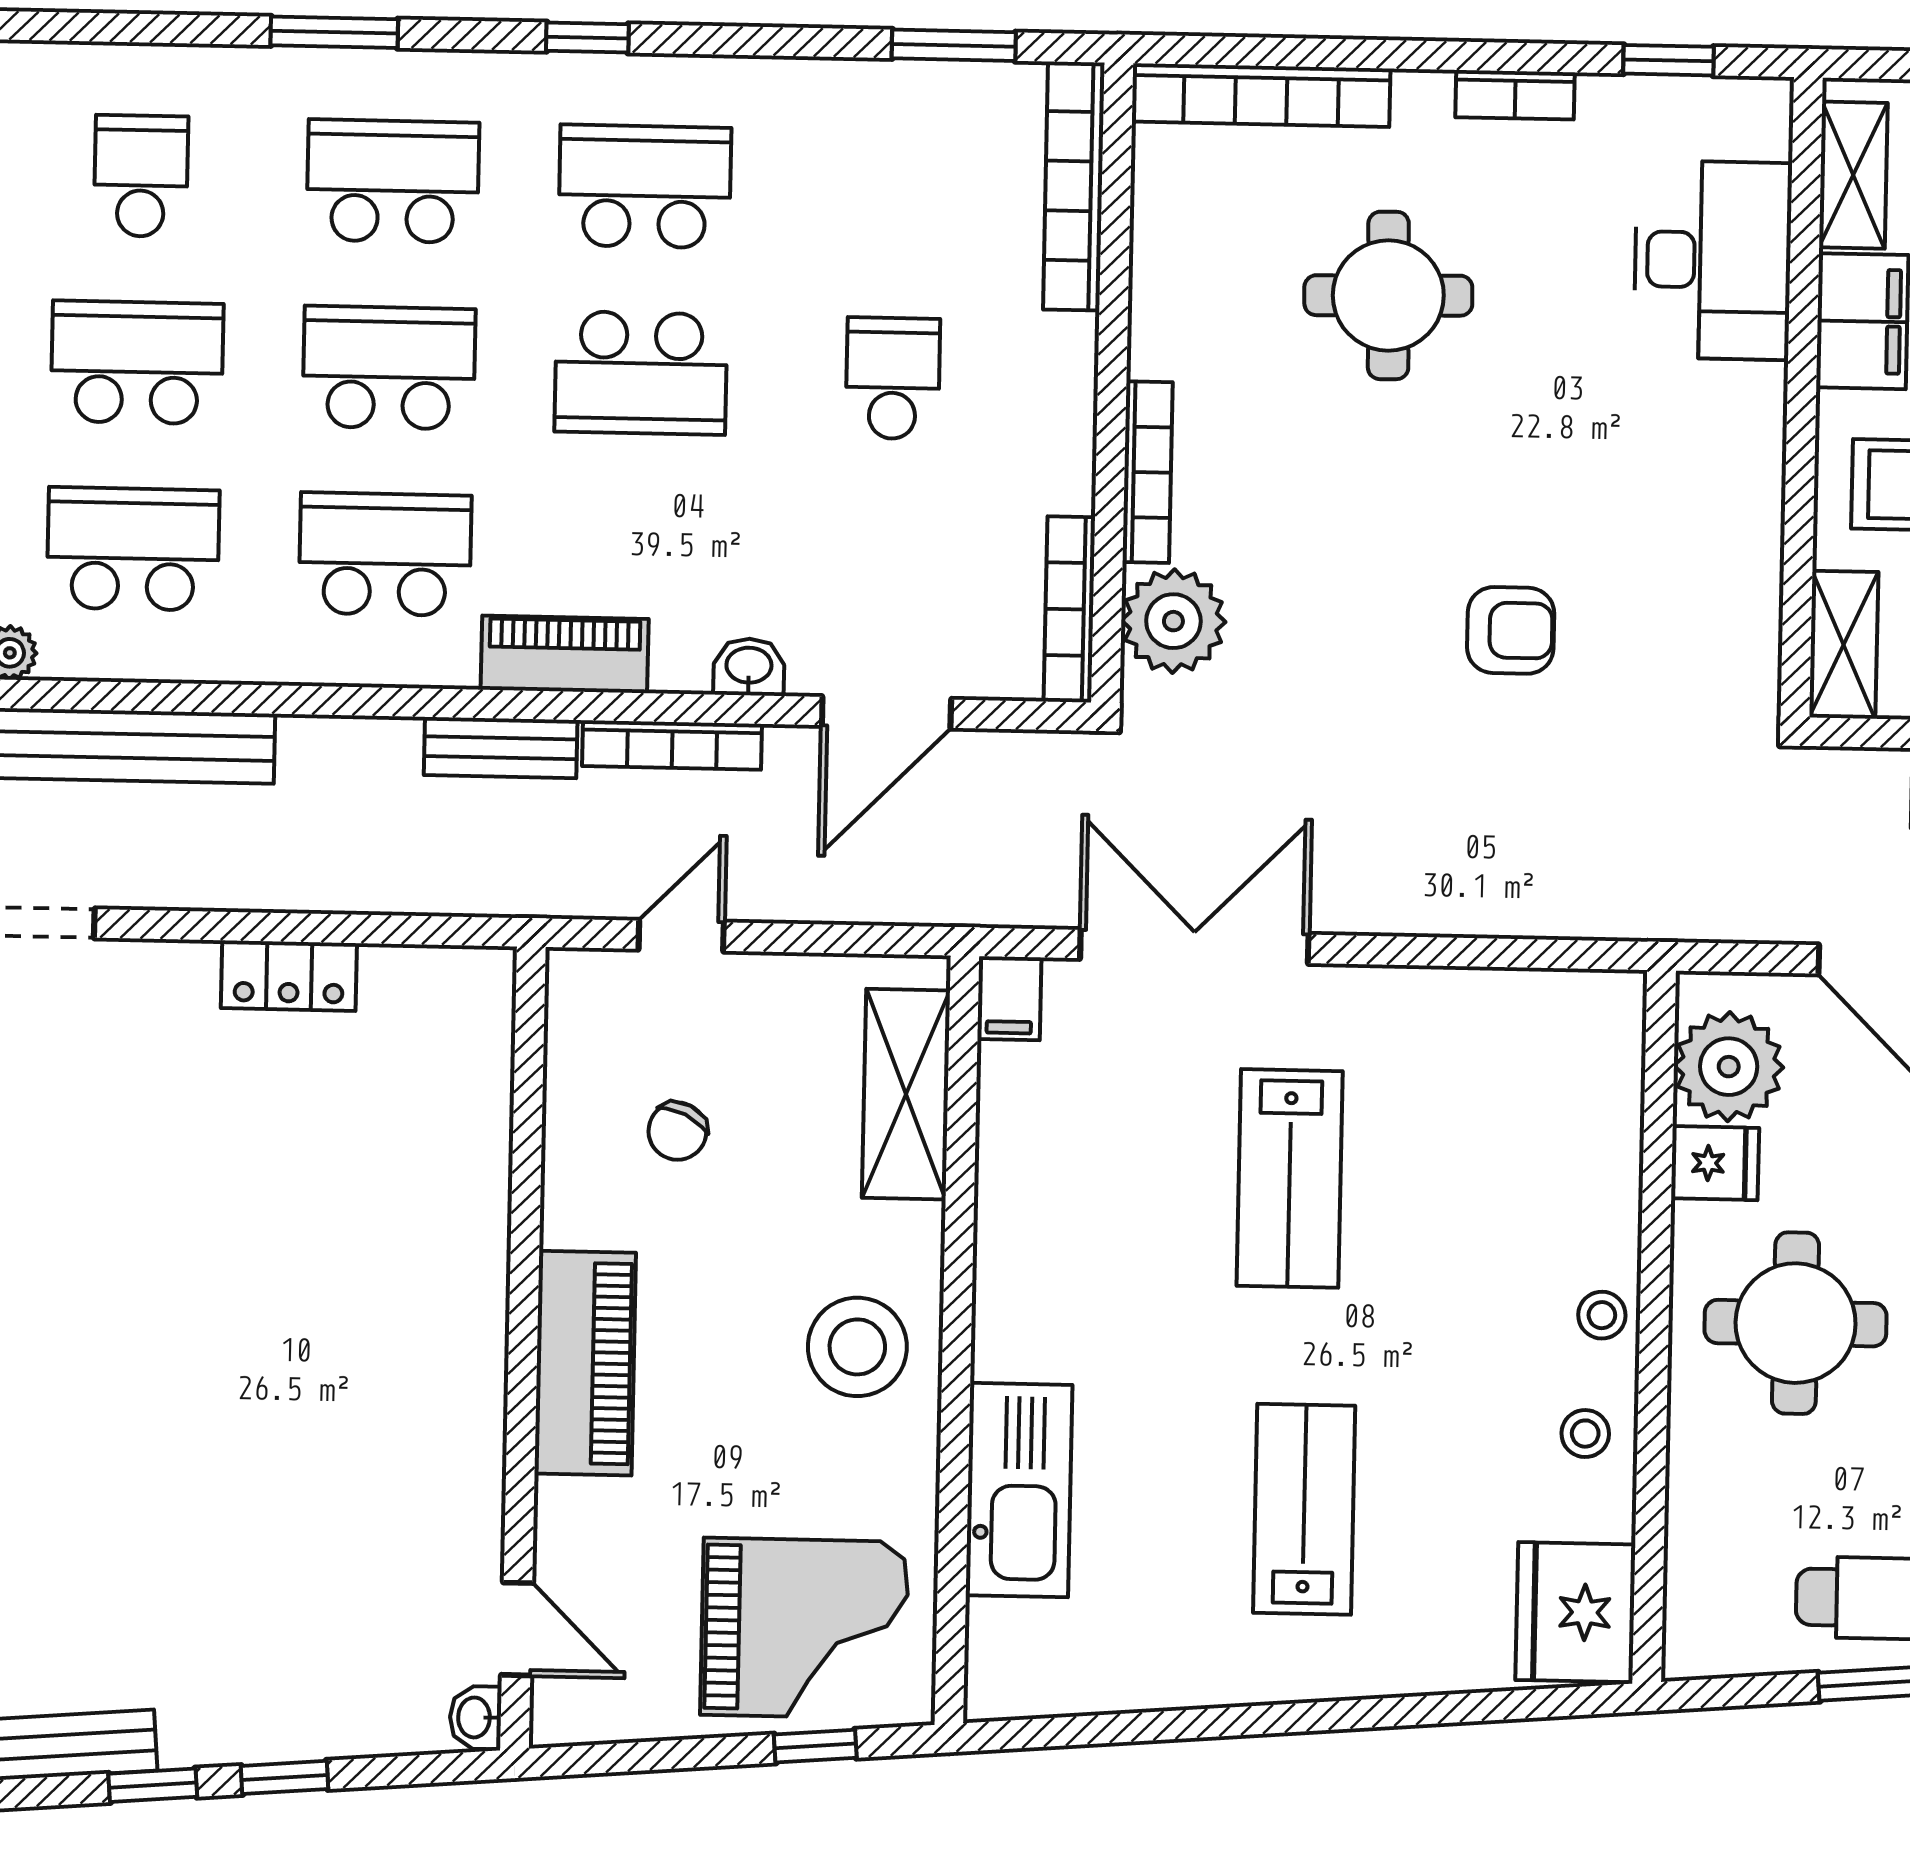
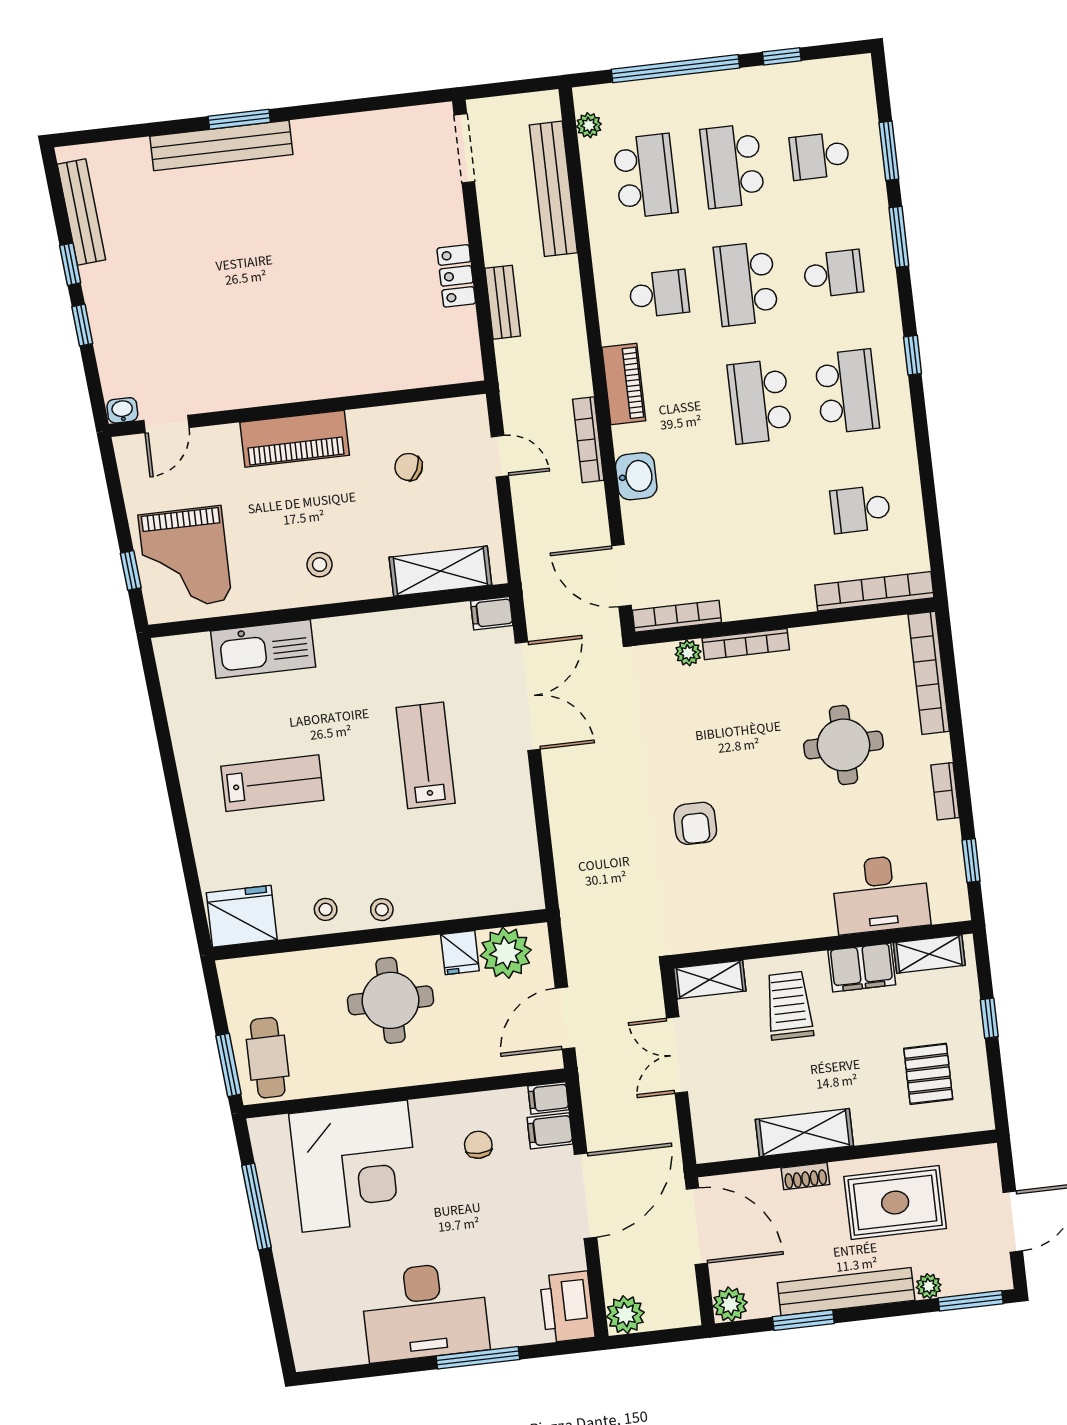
window: (954, 45) -> (889, 151), moved
school desk: (141, 176) -> (820, 156), turned 180
school desk: (393, 181) -> (833, 274), width x0.54
school desk: (137, 362) -> (732, 166), turned 180
school desk: (389, 368) -> (746, 284), turned 180
school desk: (893, 378) -> (860, 509), moved, turned 180
school desk: (385, 554) -> (659, 294), width x0.54
plant: (1173, 621) -> (688, 653), width x0.53, depth x0.53
washbasin: (749, 667) -> (636, 476), width x1.38, depth x1.45
door: (886, 712) -> (622, 576), moved
bench: (501, 748) -> (503, 302), moved
lab bench: (1290, 1178) -> (426, 755), turned 90
stool: (857, 1347) -> (320, 565), width x0.53, depth x0.53

